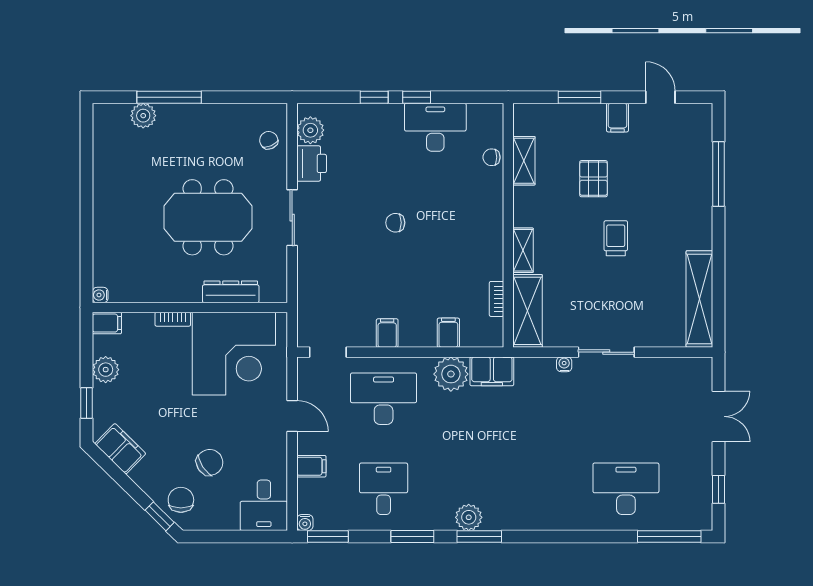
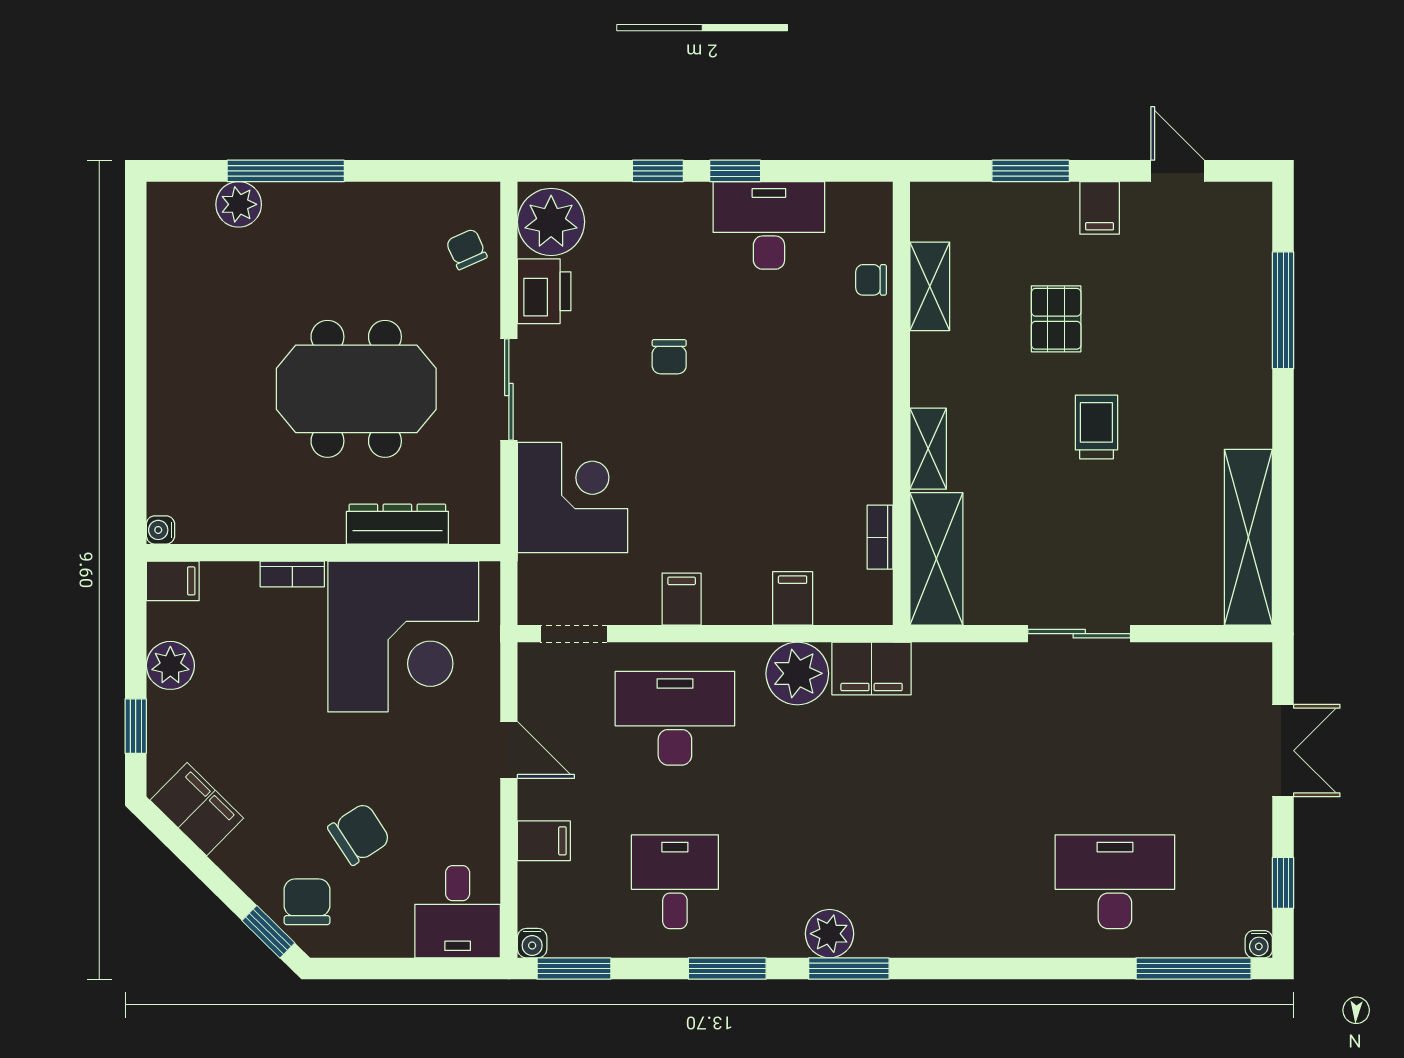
plant: (310, 130) -> (551, 222), width x1.36, depth x1.36
chair: (395, 223) -> (669, 357), moved, turned -90
corner desk: (327, 277) -> (573, 498), added
water cooler: (564, 364) -> (1259, 944), moved, turned 180

